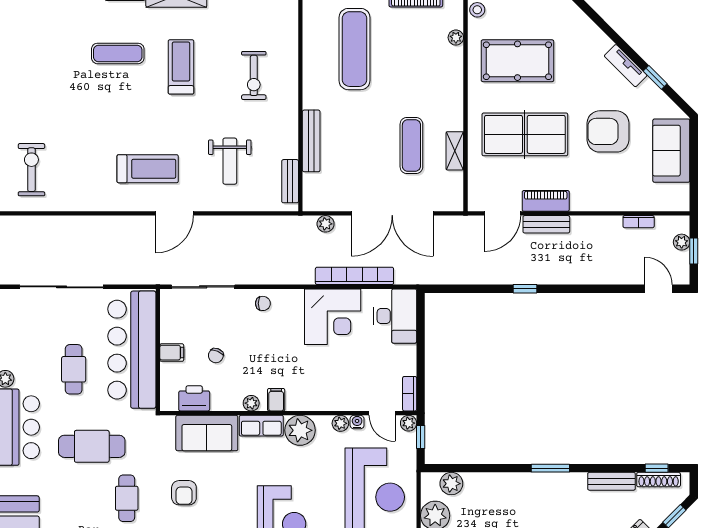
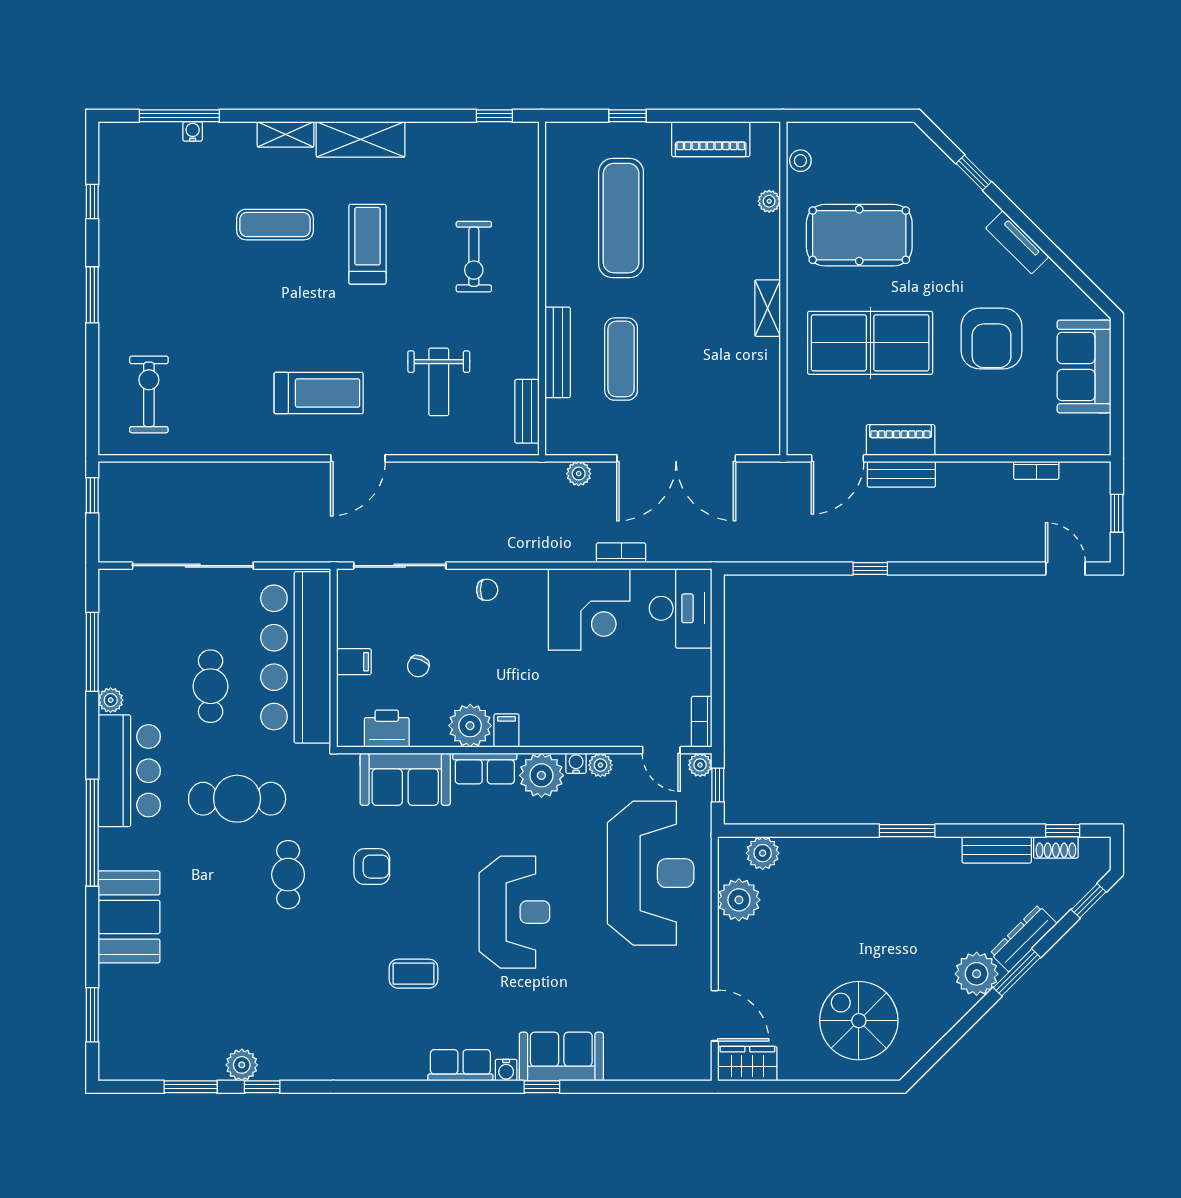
window: (655, 77) -> (974, 173), moved
armchair: (608, 131) -> (992, 339), turned -90
exercise mat: (411, 145) -> (621, 359), moved
shelving: (455, 151) -> (768, 308), moved
plant: (682, 242) -> (1099, 500), removed
bookcase: (354, 276) -> (621, 553), width x0.43, depth x0.76
plant: (251, 403) -> (470, 726), width x1.87, depth x1.87
water cooler: (357, 422) -> (576, 763), moved
shoe rack: (659, 480) -> (1056, 847), width x0.70
armchair: (184, 493) -> (372, 867), turned -90

